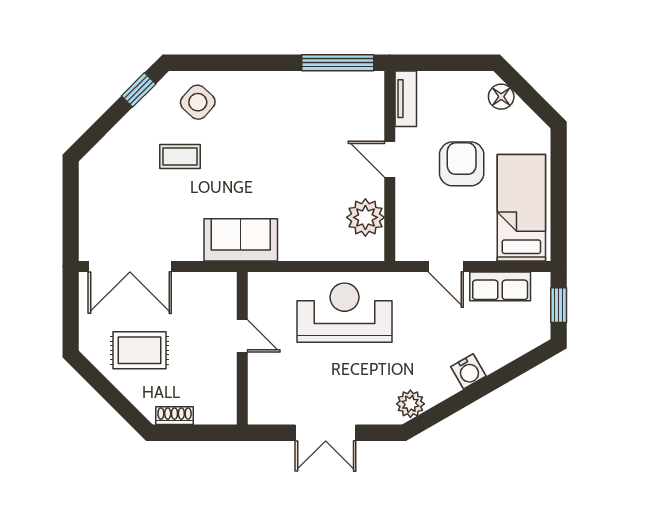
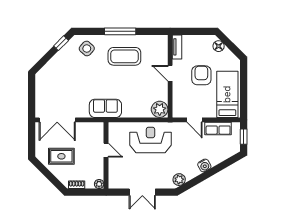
window: (338, 63) -> (120, 31), moved
coffee table: (180, 156) -> (124, 56), moved, width x1.86, depth x1.72
plant: (365, 217) -> (160, 109), moved
plant: (226, 414) -> (99, 184), added

